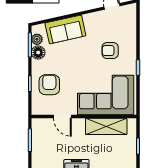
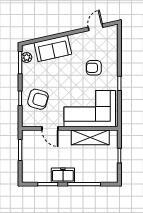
floor lamp: (38, 53) -> (28, 70), removed
armchair: (49, 85) -> (38, 99), turned 106

